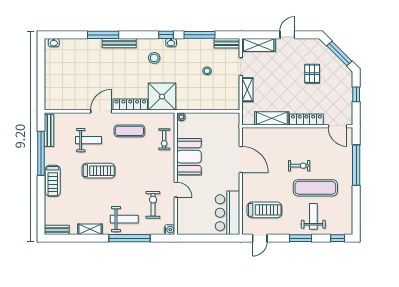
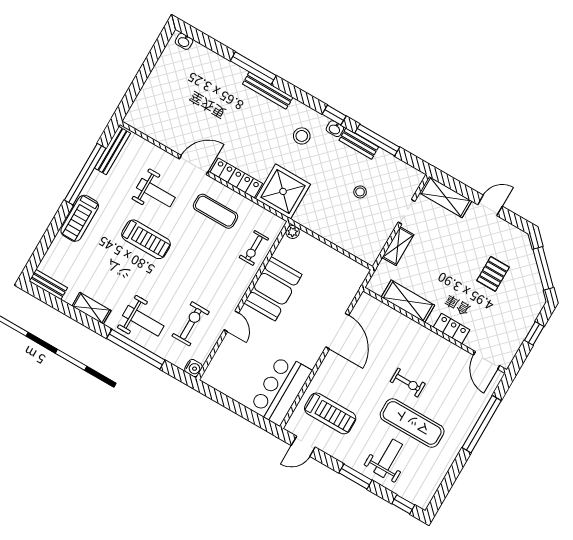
bench: (227, 43) -> (359, 144), moved
locker: (306, 120) -> (452, 329), width x0.66

